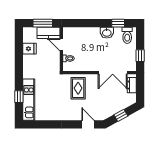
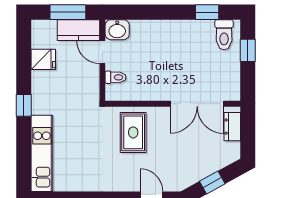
washbasin: (107, 33) -> (117, 30), moved
window: (140, 56) -> (248, 50), moved
window: (19, 97) -> (24, 105), moved

